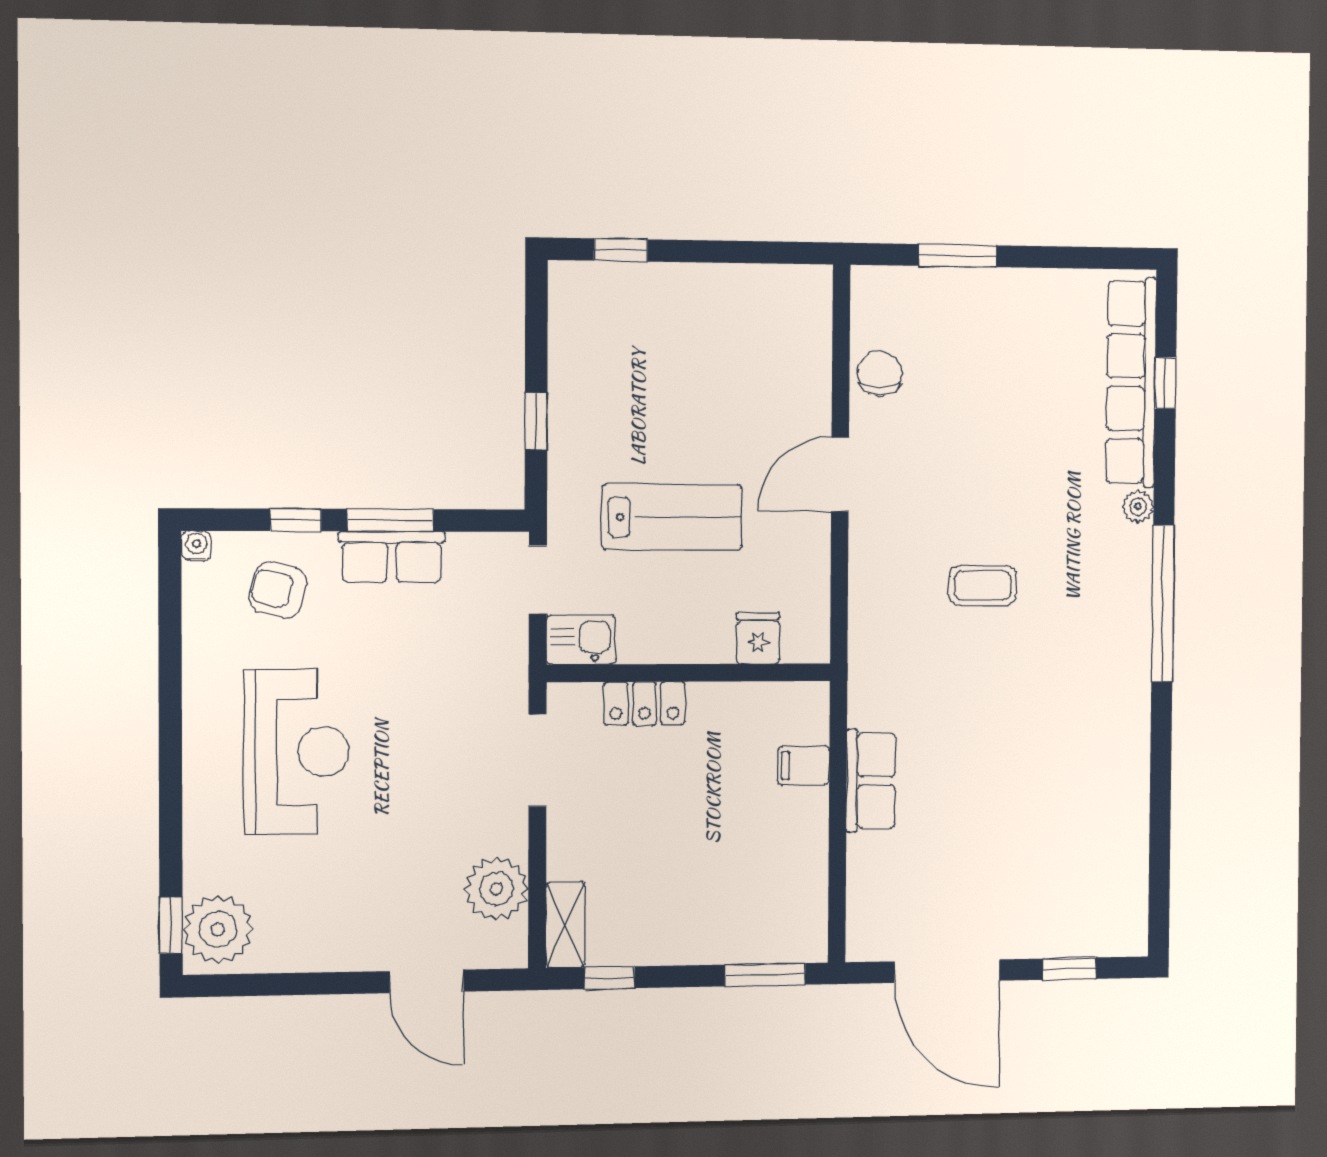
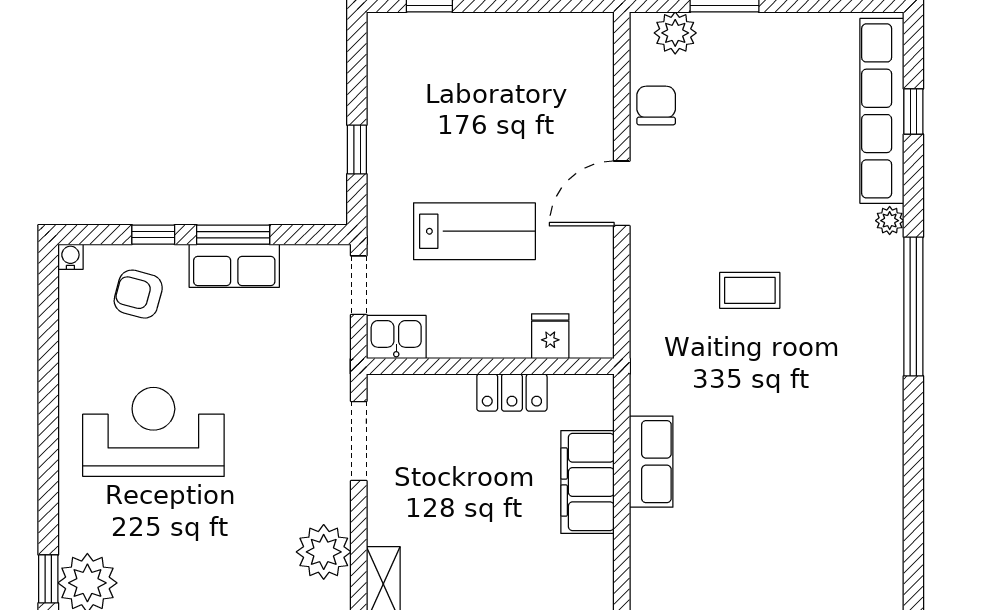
plant: (902, 290) -> (675, 33), added
locker: (645, 703) -> (512, 393), moved
reception desk: (296, 752) -> (153, 432), turned -90
filing cabinet: (804, 766) -> (588, 482), width x3.00, depth x1.17

